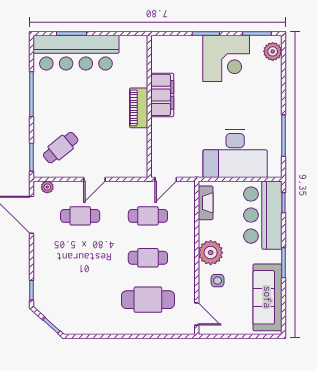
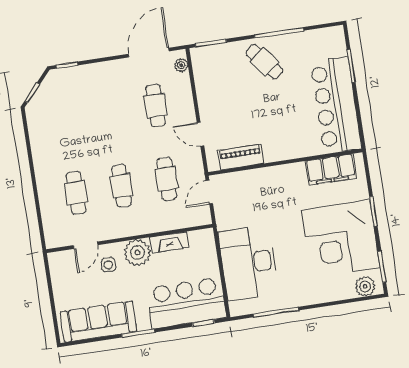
bar counter: (76, 53) -> (336, 105), moved
corner desk: (226, 58) -> (341, 239), width x1.36, depth x1.36
filing cabinet: (162, 95) -> (331, 169), moved
piano: (139, 108) -> (241, 157), moved
cafe table: (61, 148) -> (264, 62), moved
door: (94, 179) -> (200, 134), moved
door: (166, 179) -> (209, 192), hinge flipped
fireplace: (206, 203) -> (170, 242), moved
cafe table: (148, 300) -> (76, 193), width x0.73, depth x0.74
door: (197, 314) -> (86, 245), moved

